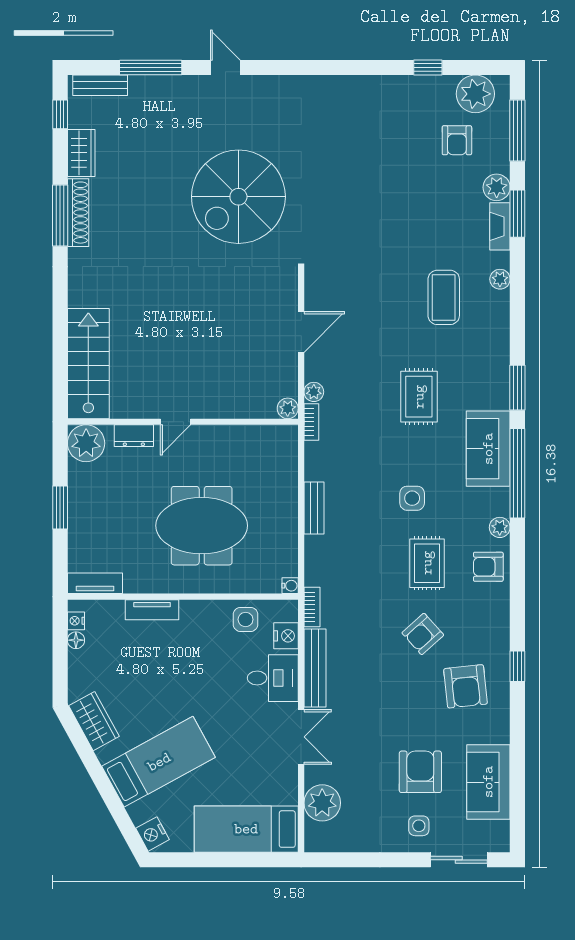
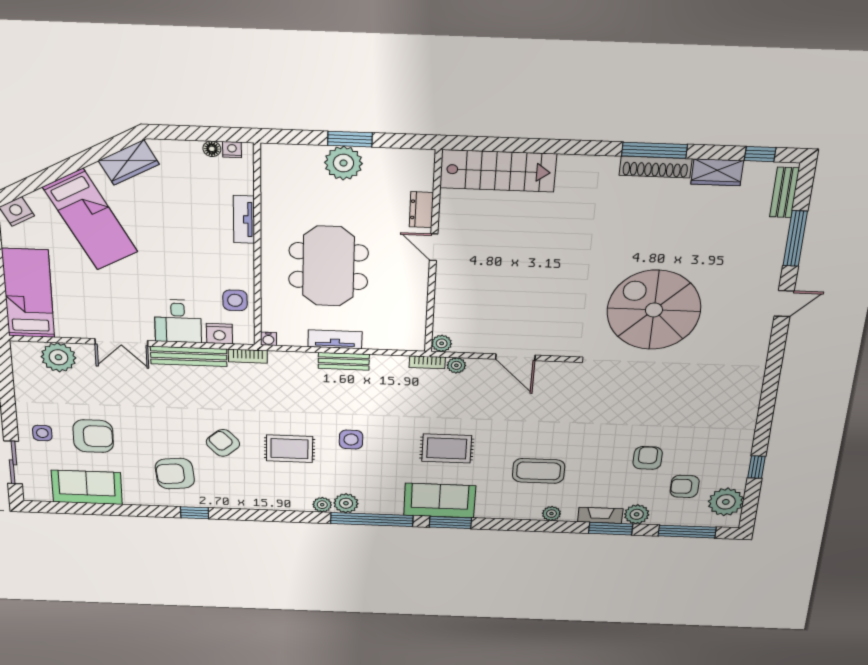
plant: (86, 443) -> (343, 163), moved
sofa: (488, 449) -> (440, 501), moved
plant: (497, 502) -> (346, 503), added
armchair: (488, 567) -> (648, 458), moved
tv unit: (95, 583) -> (335, 339), moved, turned -90

